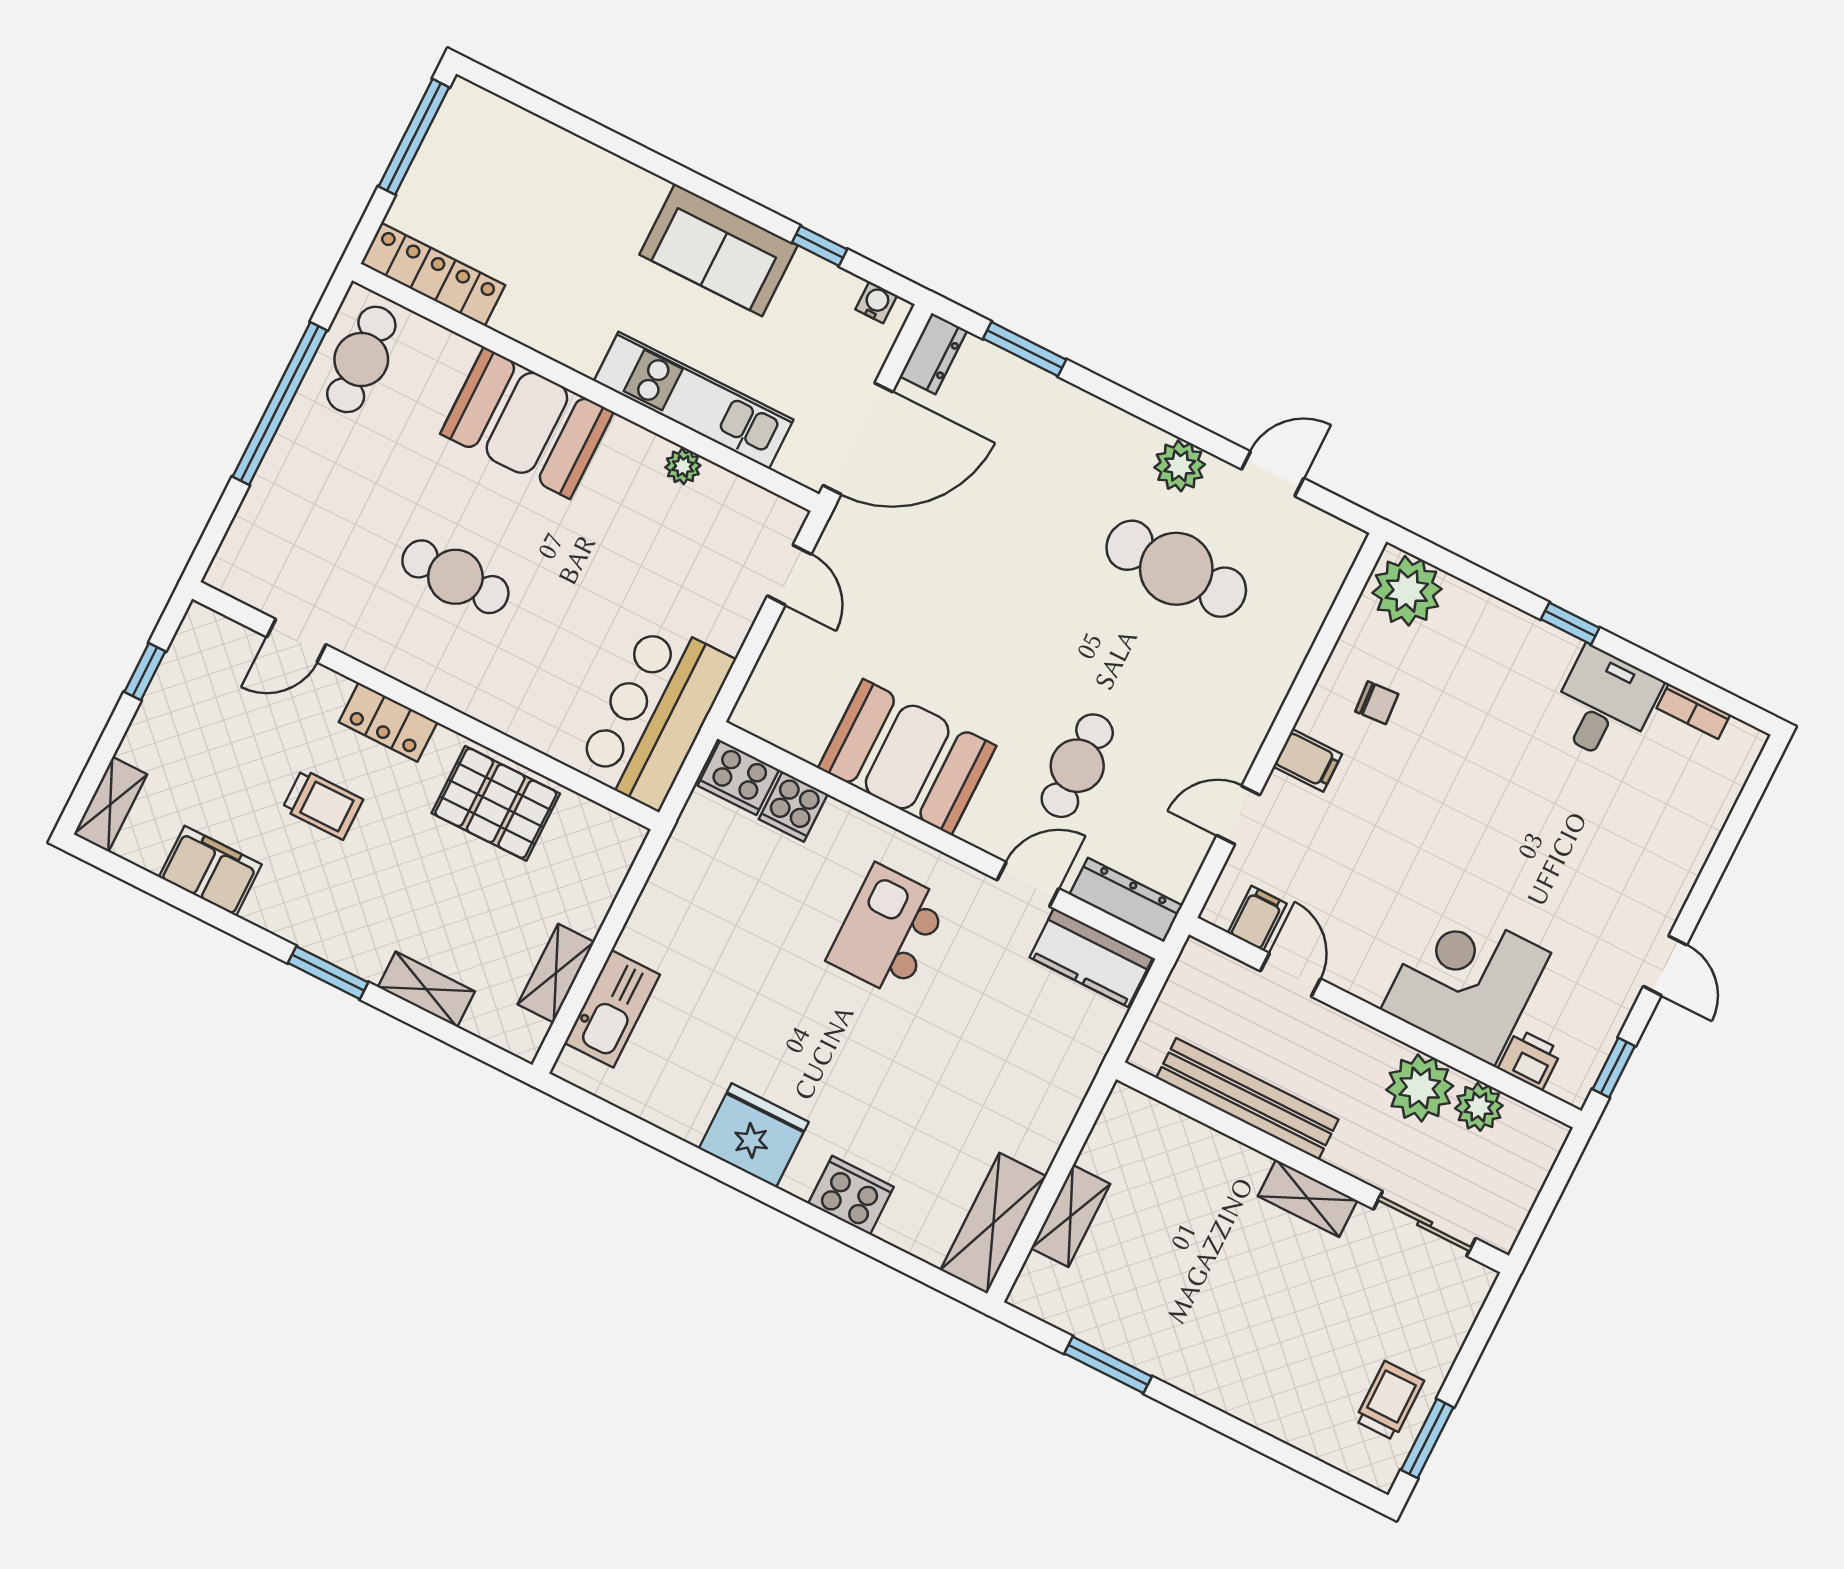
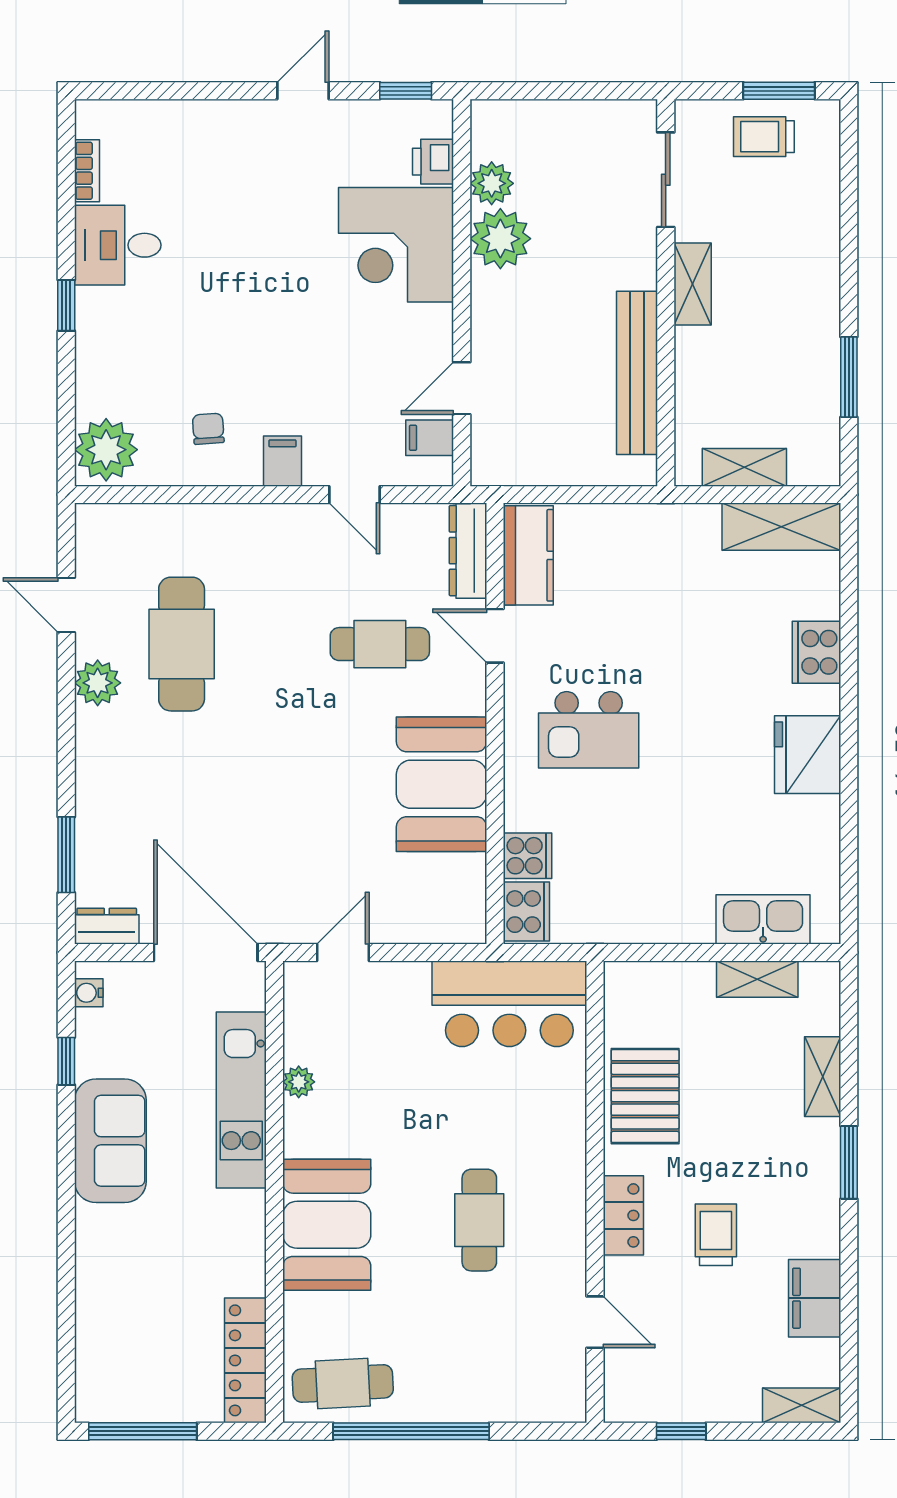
bench: (1247, 1099) -> (637, 373), moved
wall: (1312, 1167) -> (666, 293), moved
shelving: (1308, 1198) -> (693, 284), moved
sliding door: (1425, 1224) -> (666, 180), moved

